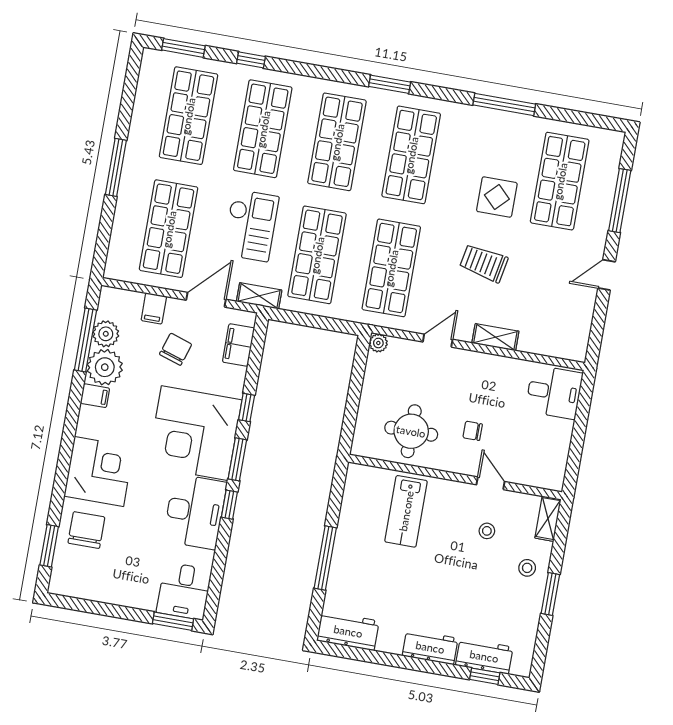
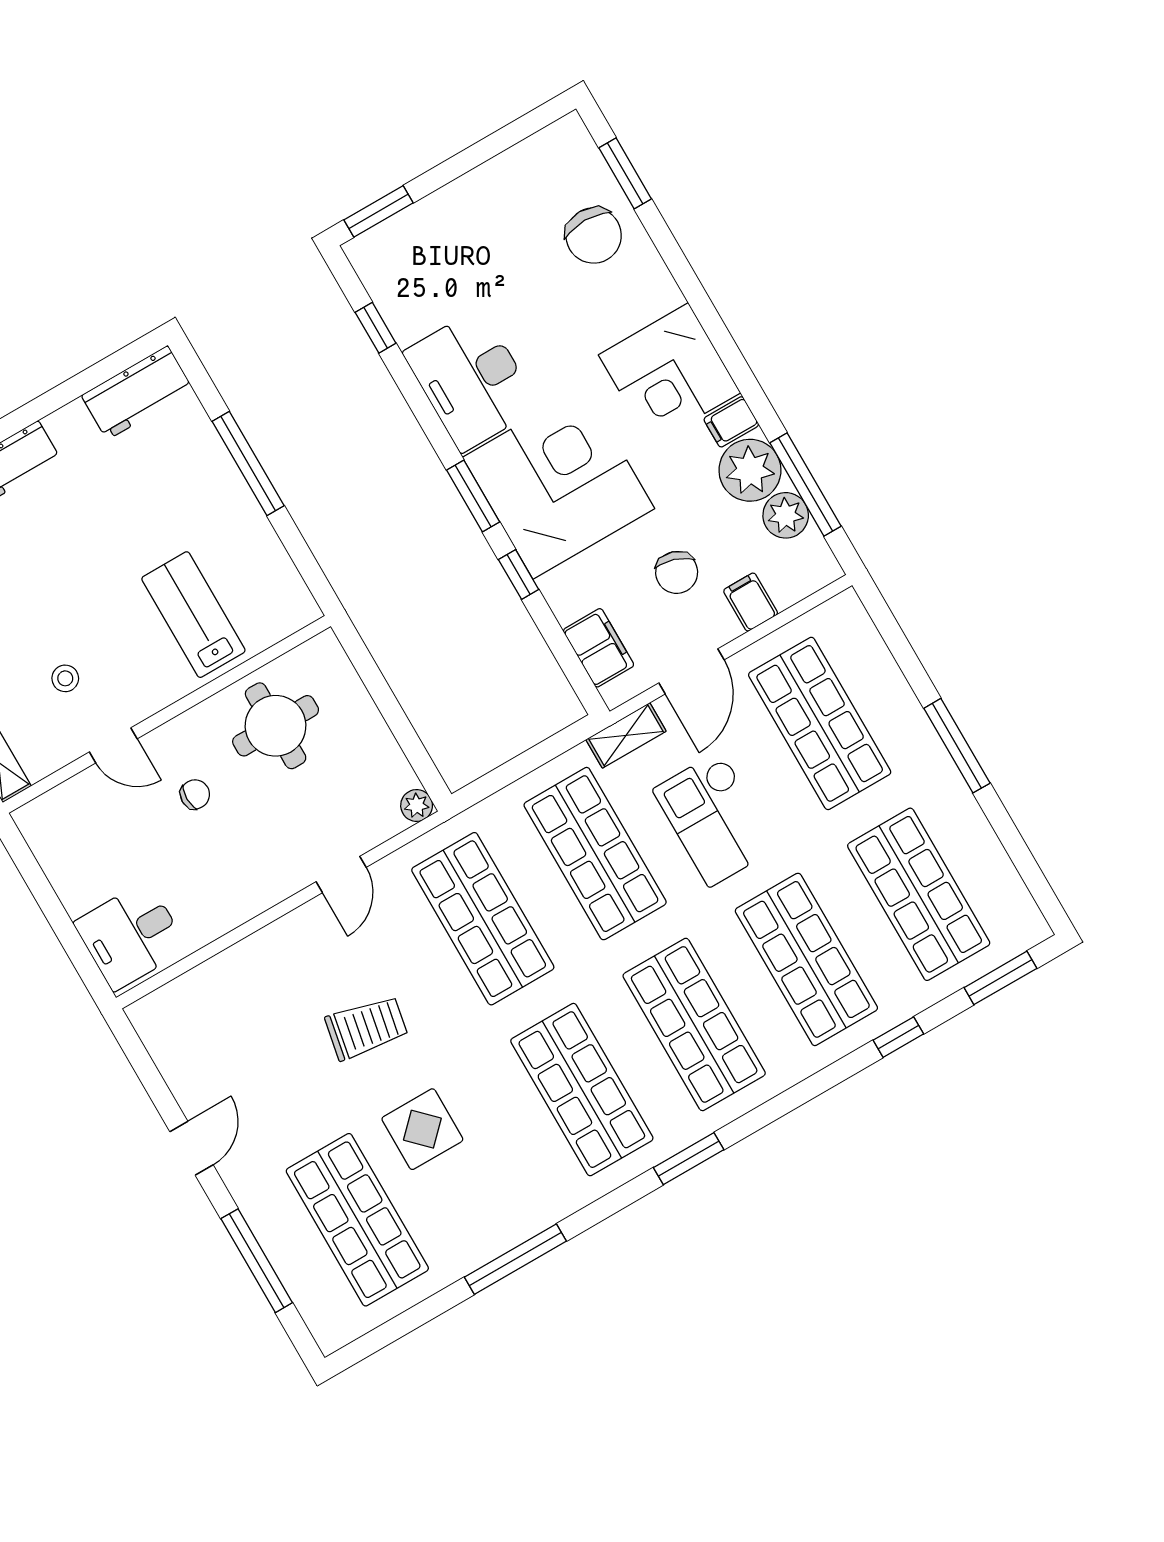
shelving: (495, 337) -> (269, 943), removed
corner desk: (99, 471) -> (670, 374), moved
window: (229, 505) -> (376, 328), moved
desk: (184, 591) -> (397, 263), removed

